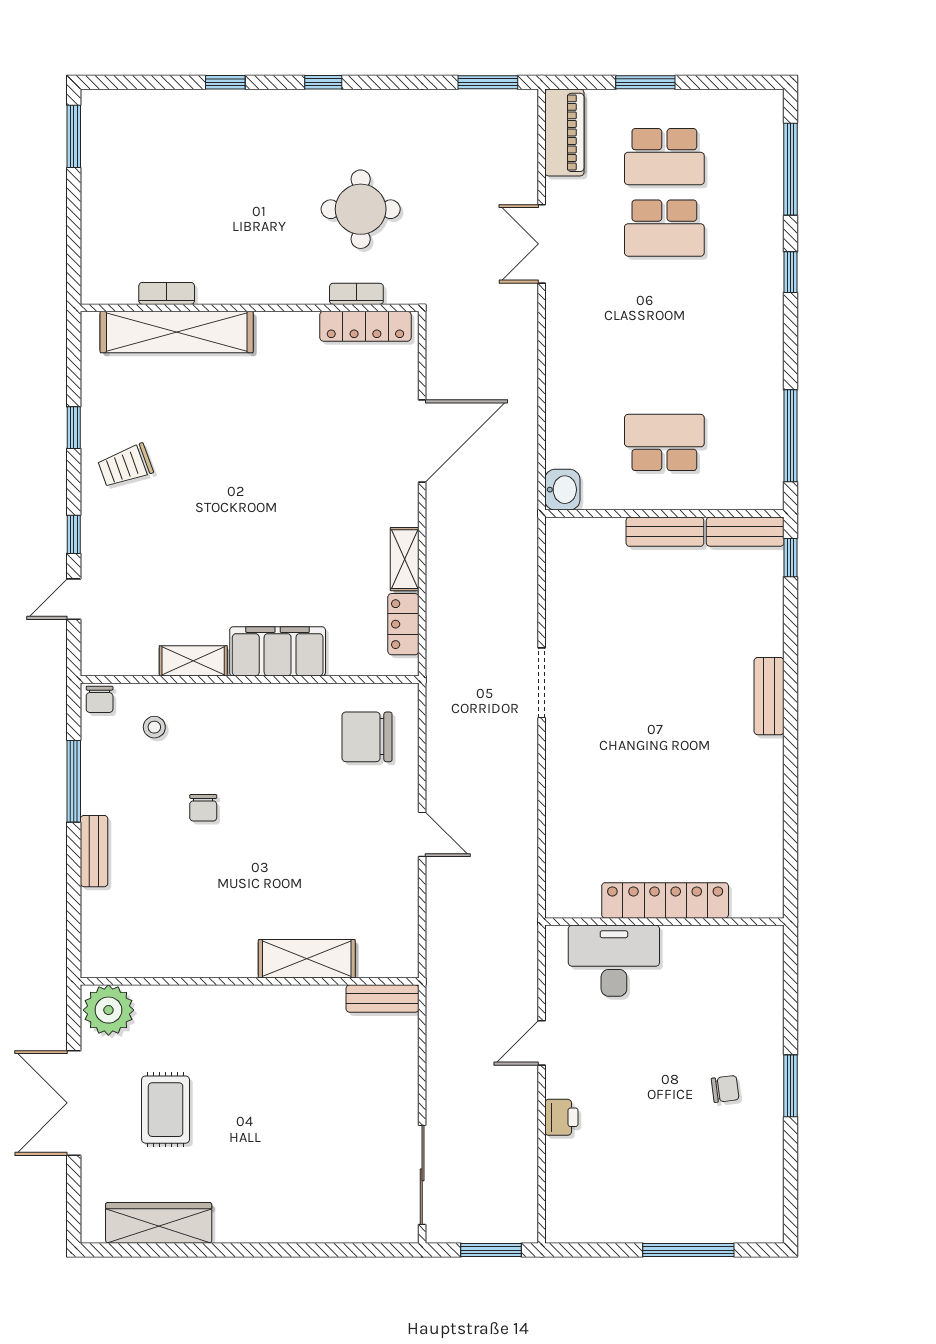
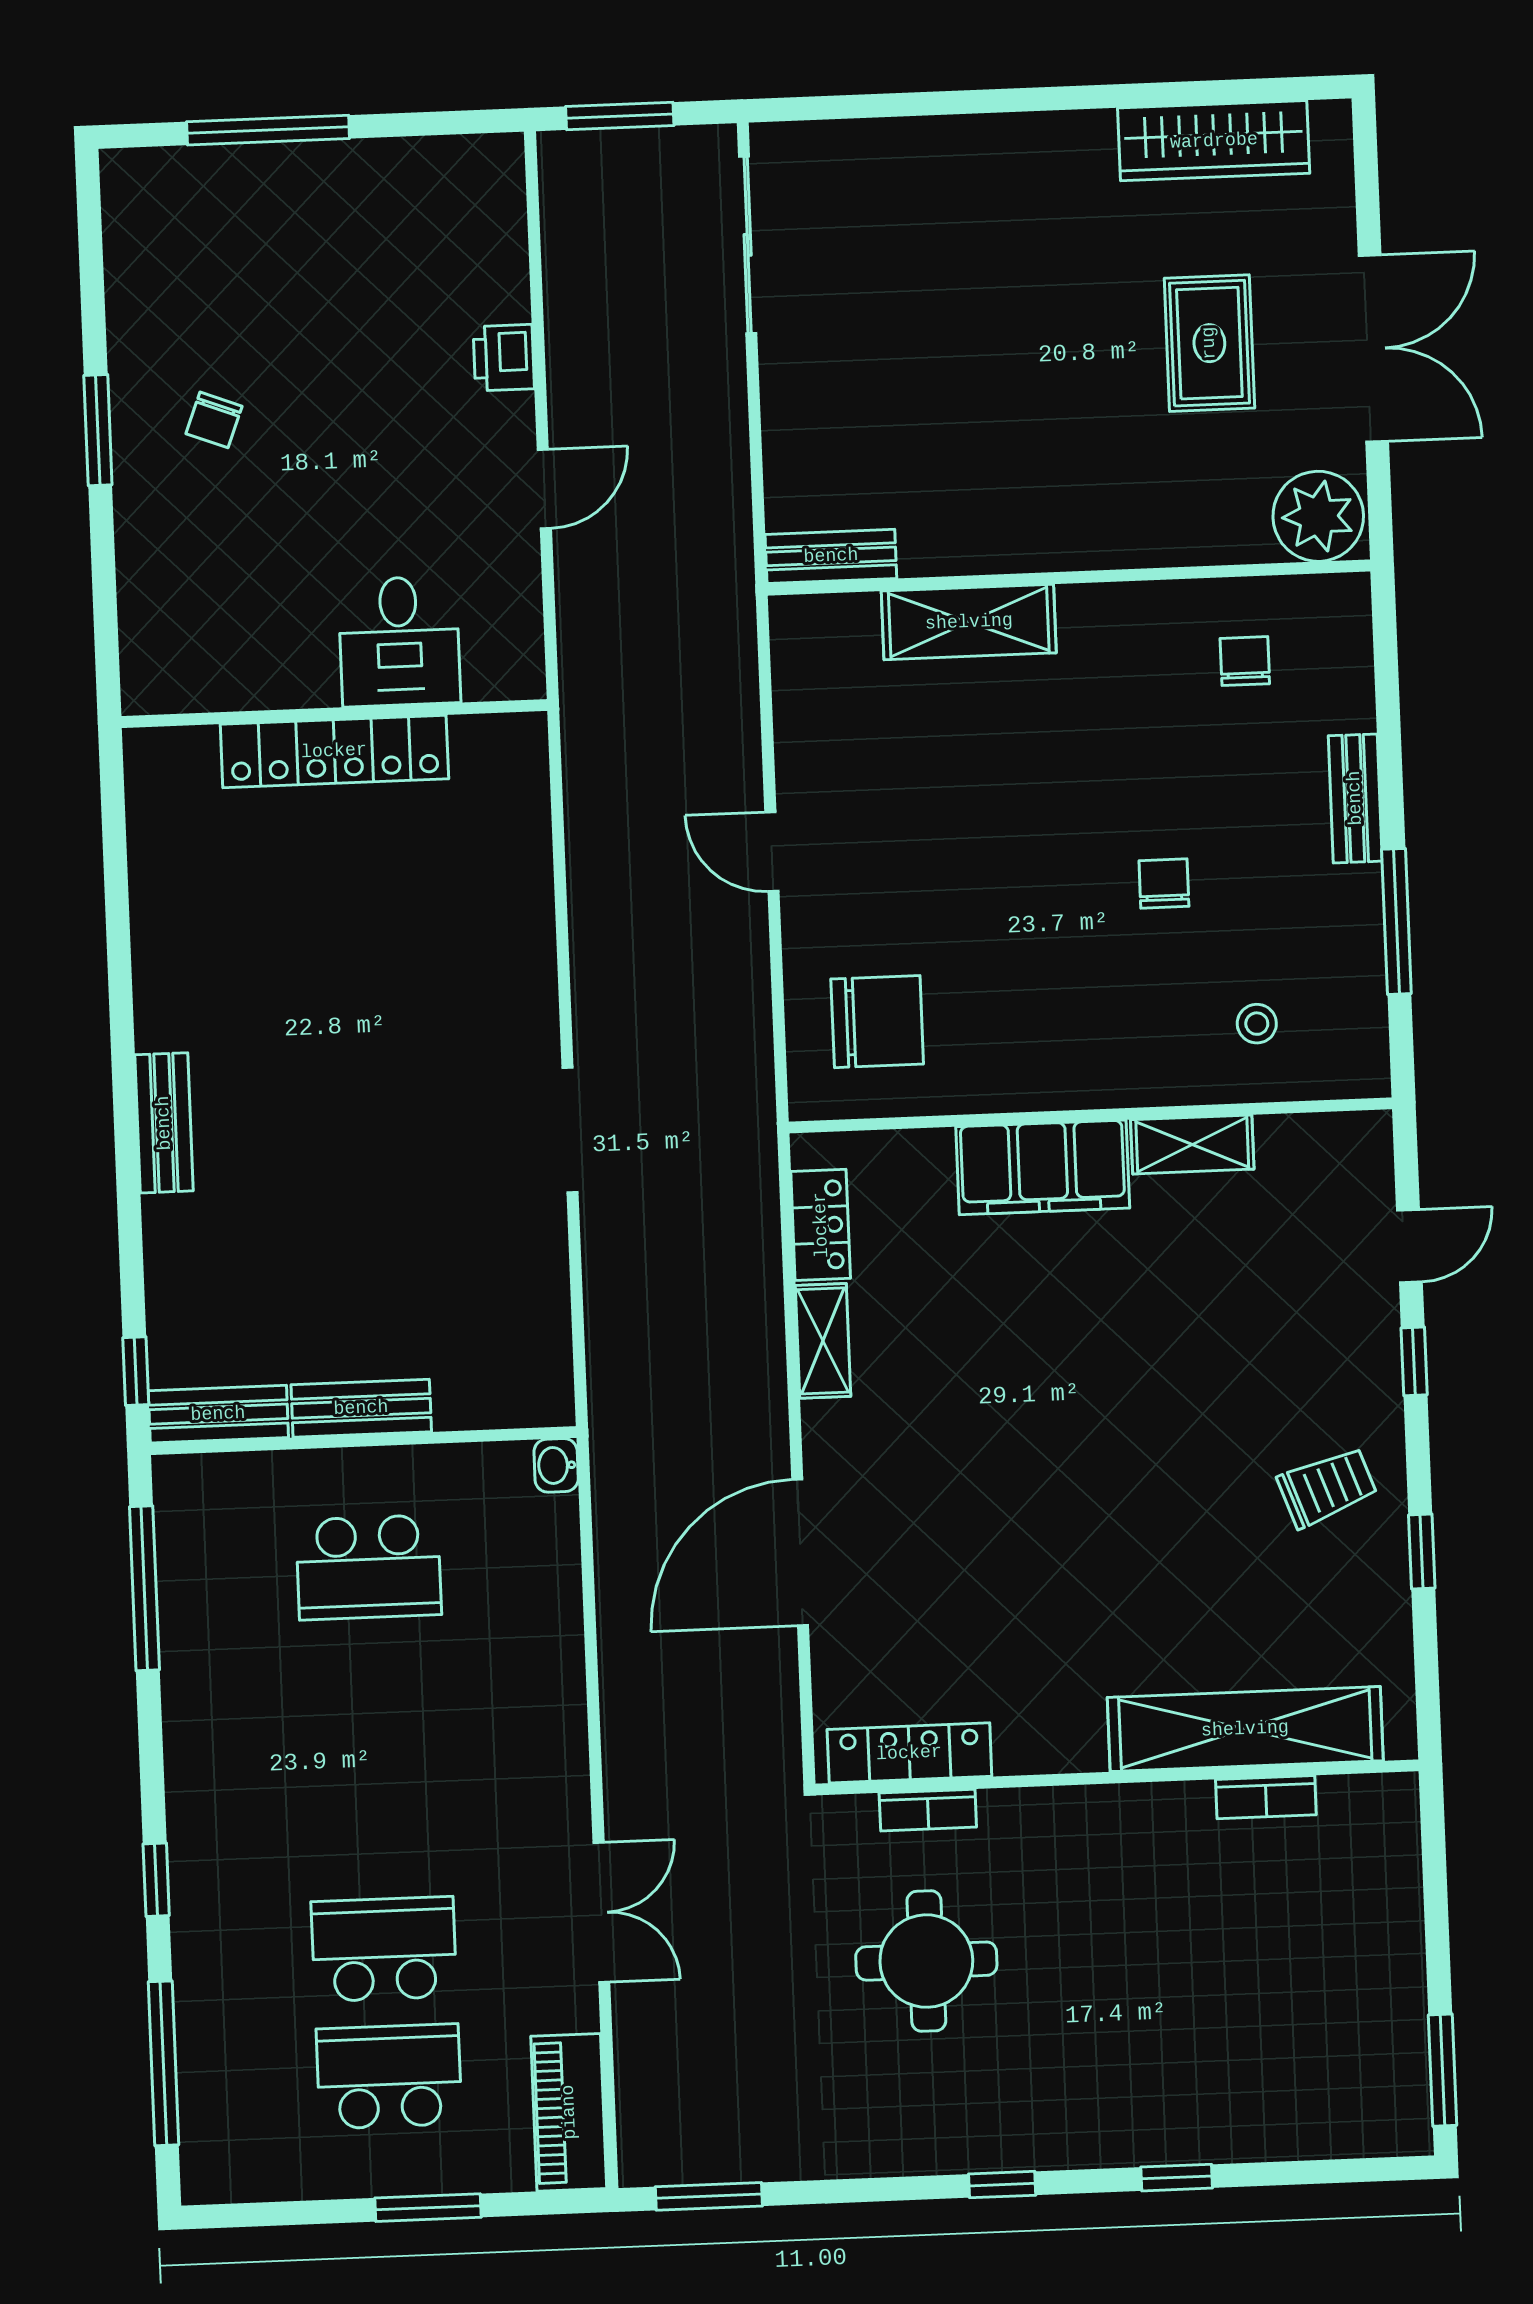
washbasin: (562, 490) -> (556, 1465), width x0.72, depth x0.69
chair: (100, 699) -> (1245, 661), moved
desk: (614, 961) -> (399, 641), width x0.73
chair: (725, 1089) -> (214, 420), turned -62

